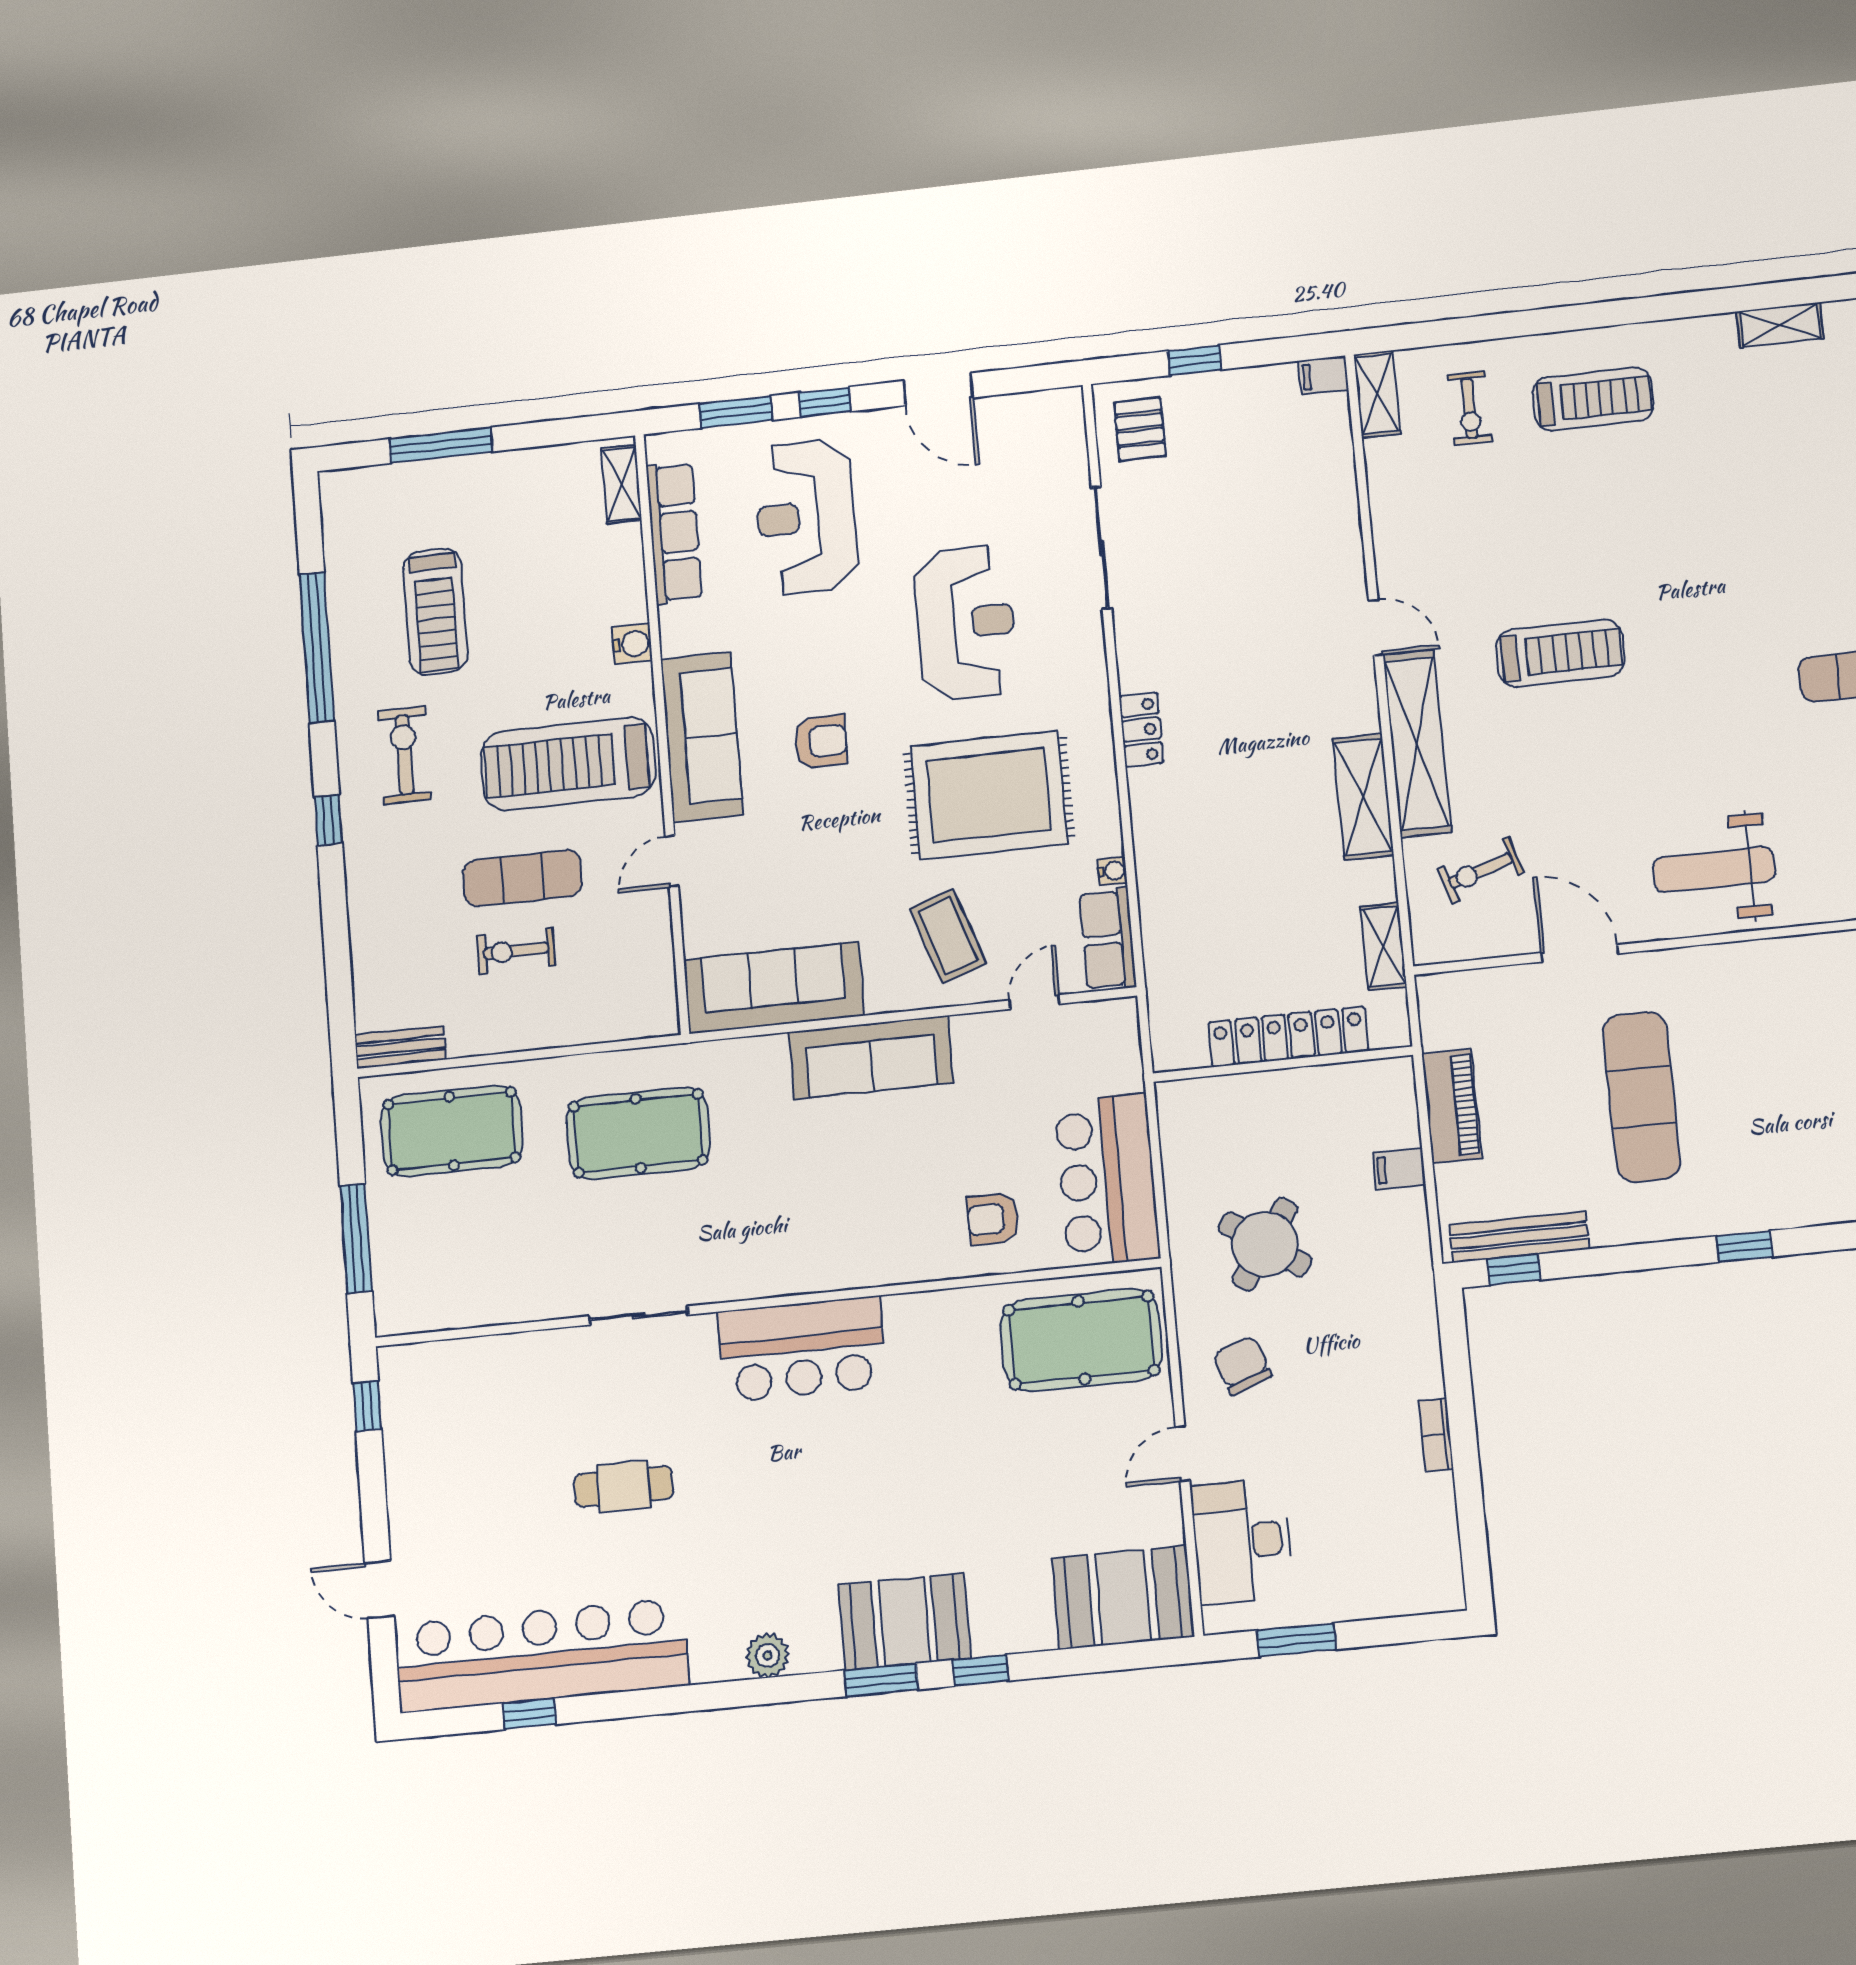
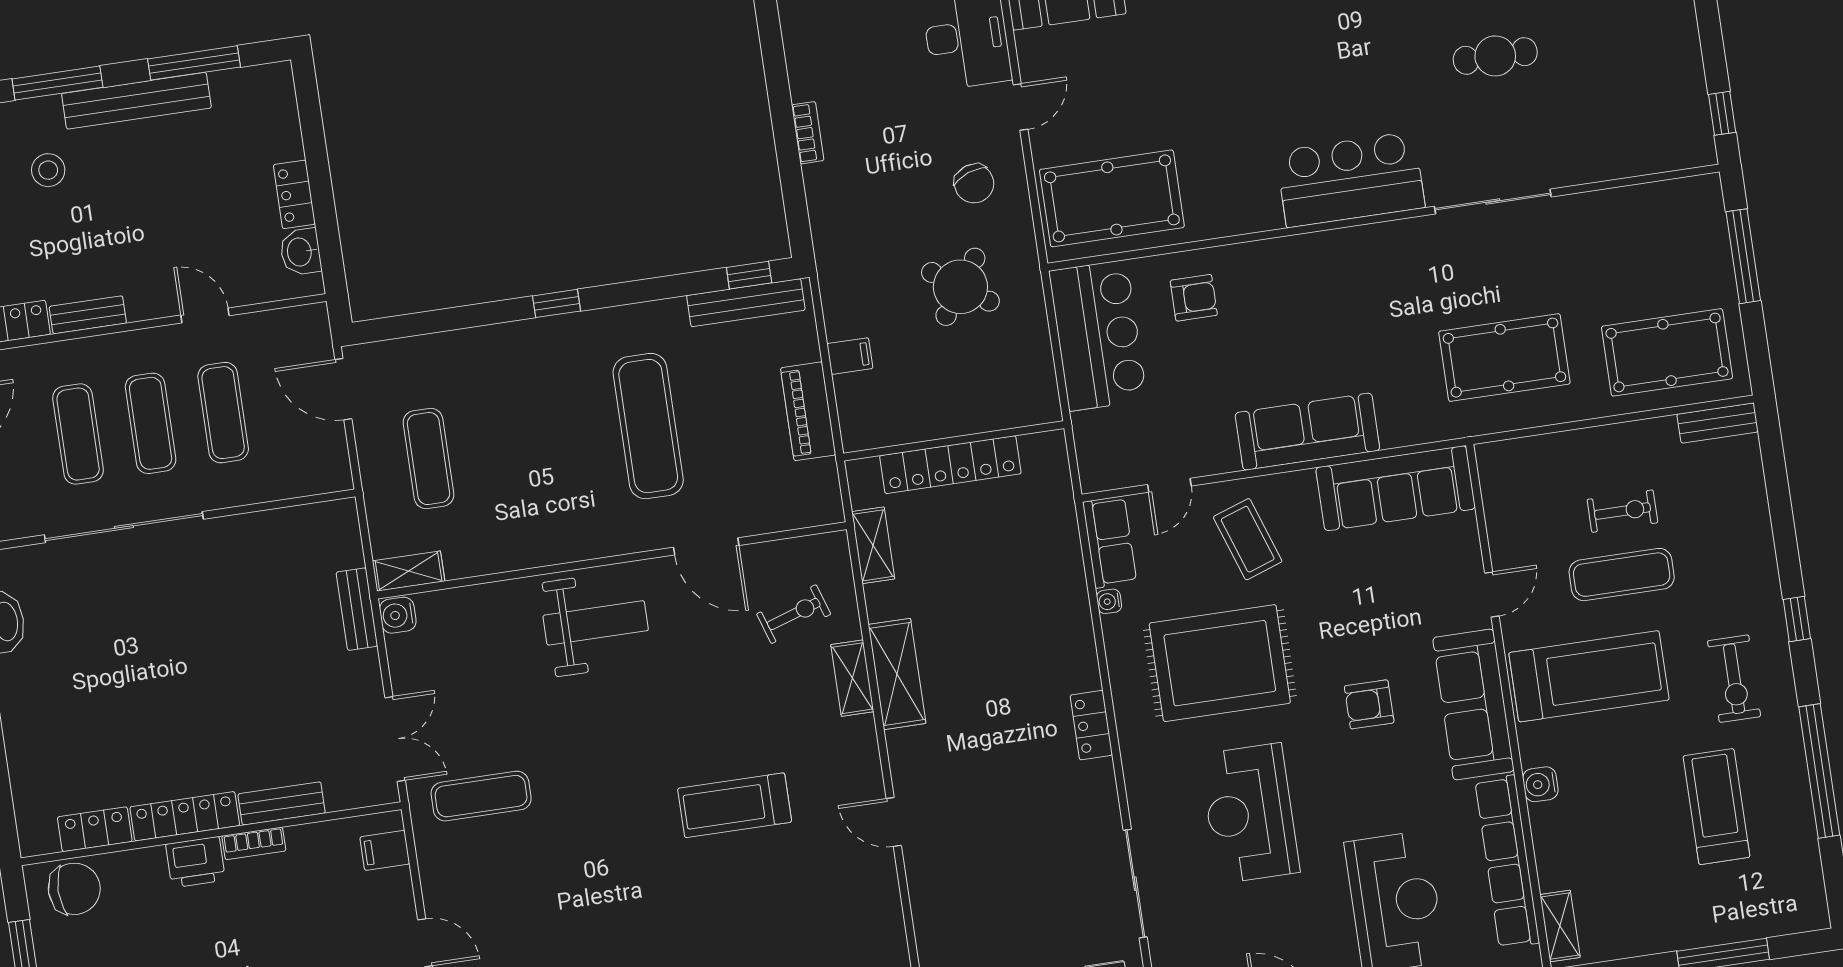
row of seats: (674, 533) -> (1507, 862), width x1.36
shelving: (1417, 743) -> (852, 678), width x0.45, depth x0.75
sliding door: (639, 1315) -> (1493, 202), width x1.37

